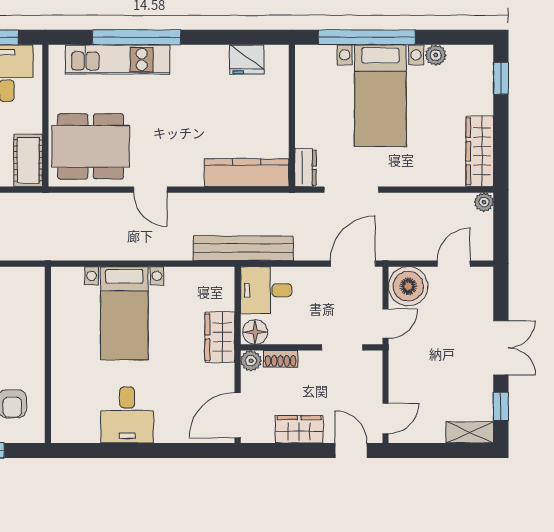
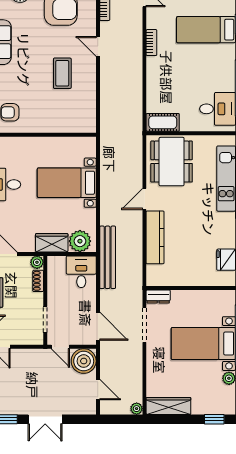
kitchen counter: (247, 173) -> (155, 237), moved
plant: (217, 292) -> (80, 241), added
floor lamp: (255, 332) -> (55, 265), removed

